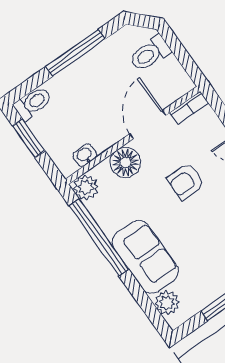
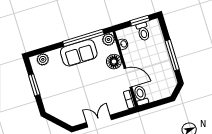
toilet: (150, 53) -> (141, 96), moved
toilet: (33, 103) -> (143, 32), moved
armchair: (186, 181) -> (96, 86), removed
sofa: (145, 257) -> (79, 53), moved

